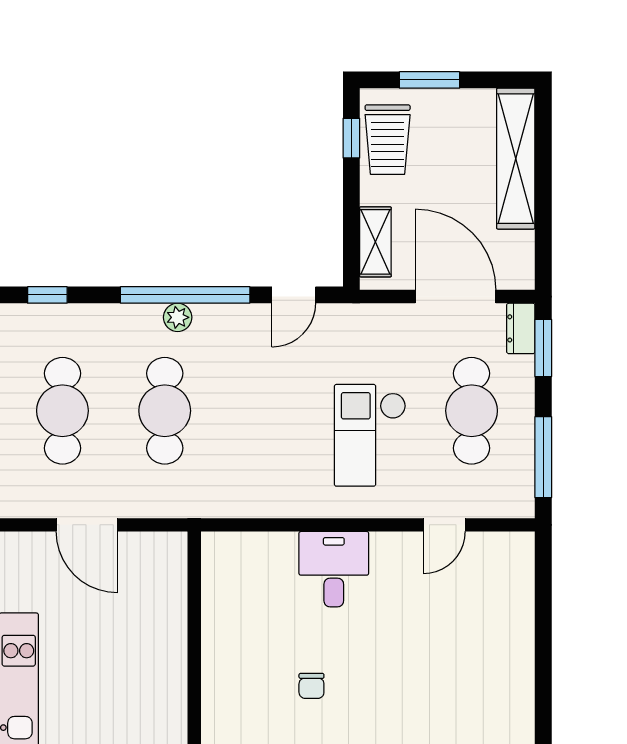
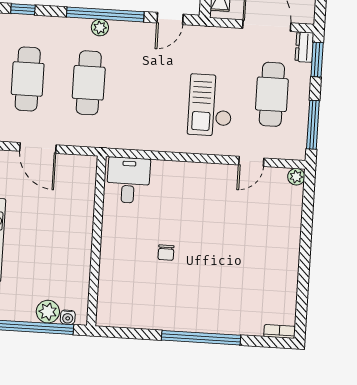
plant: (521, 546) -> (296, 177), added
desk: (334, 569) -> (128, 180), moved

